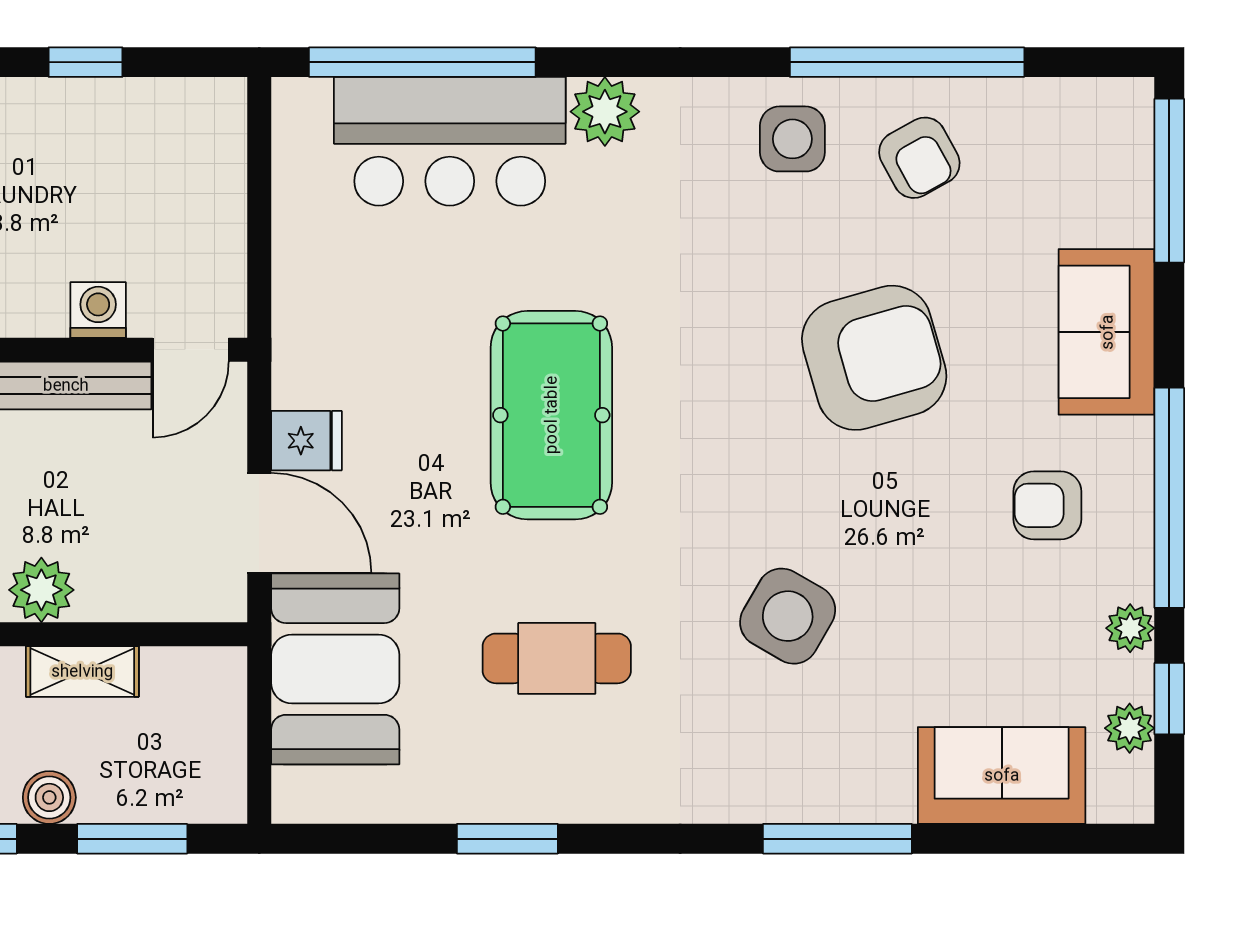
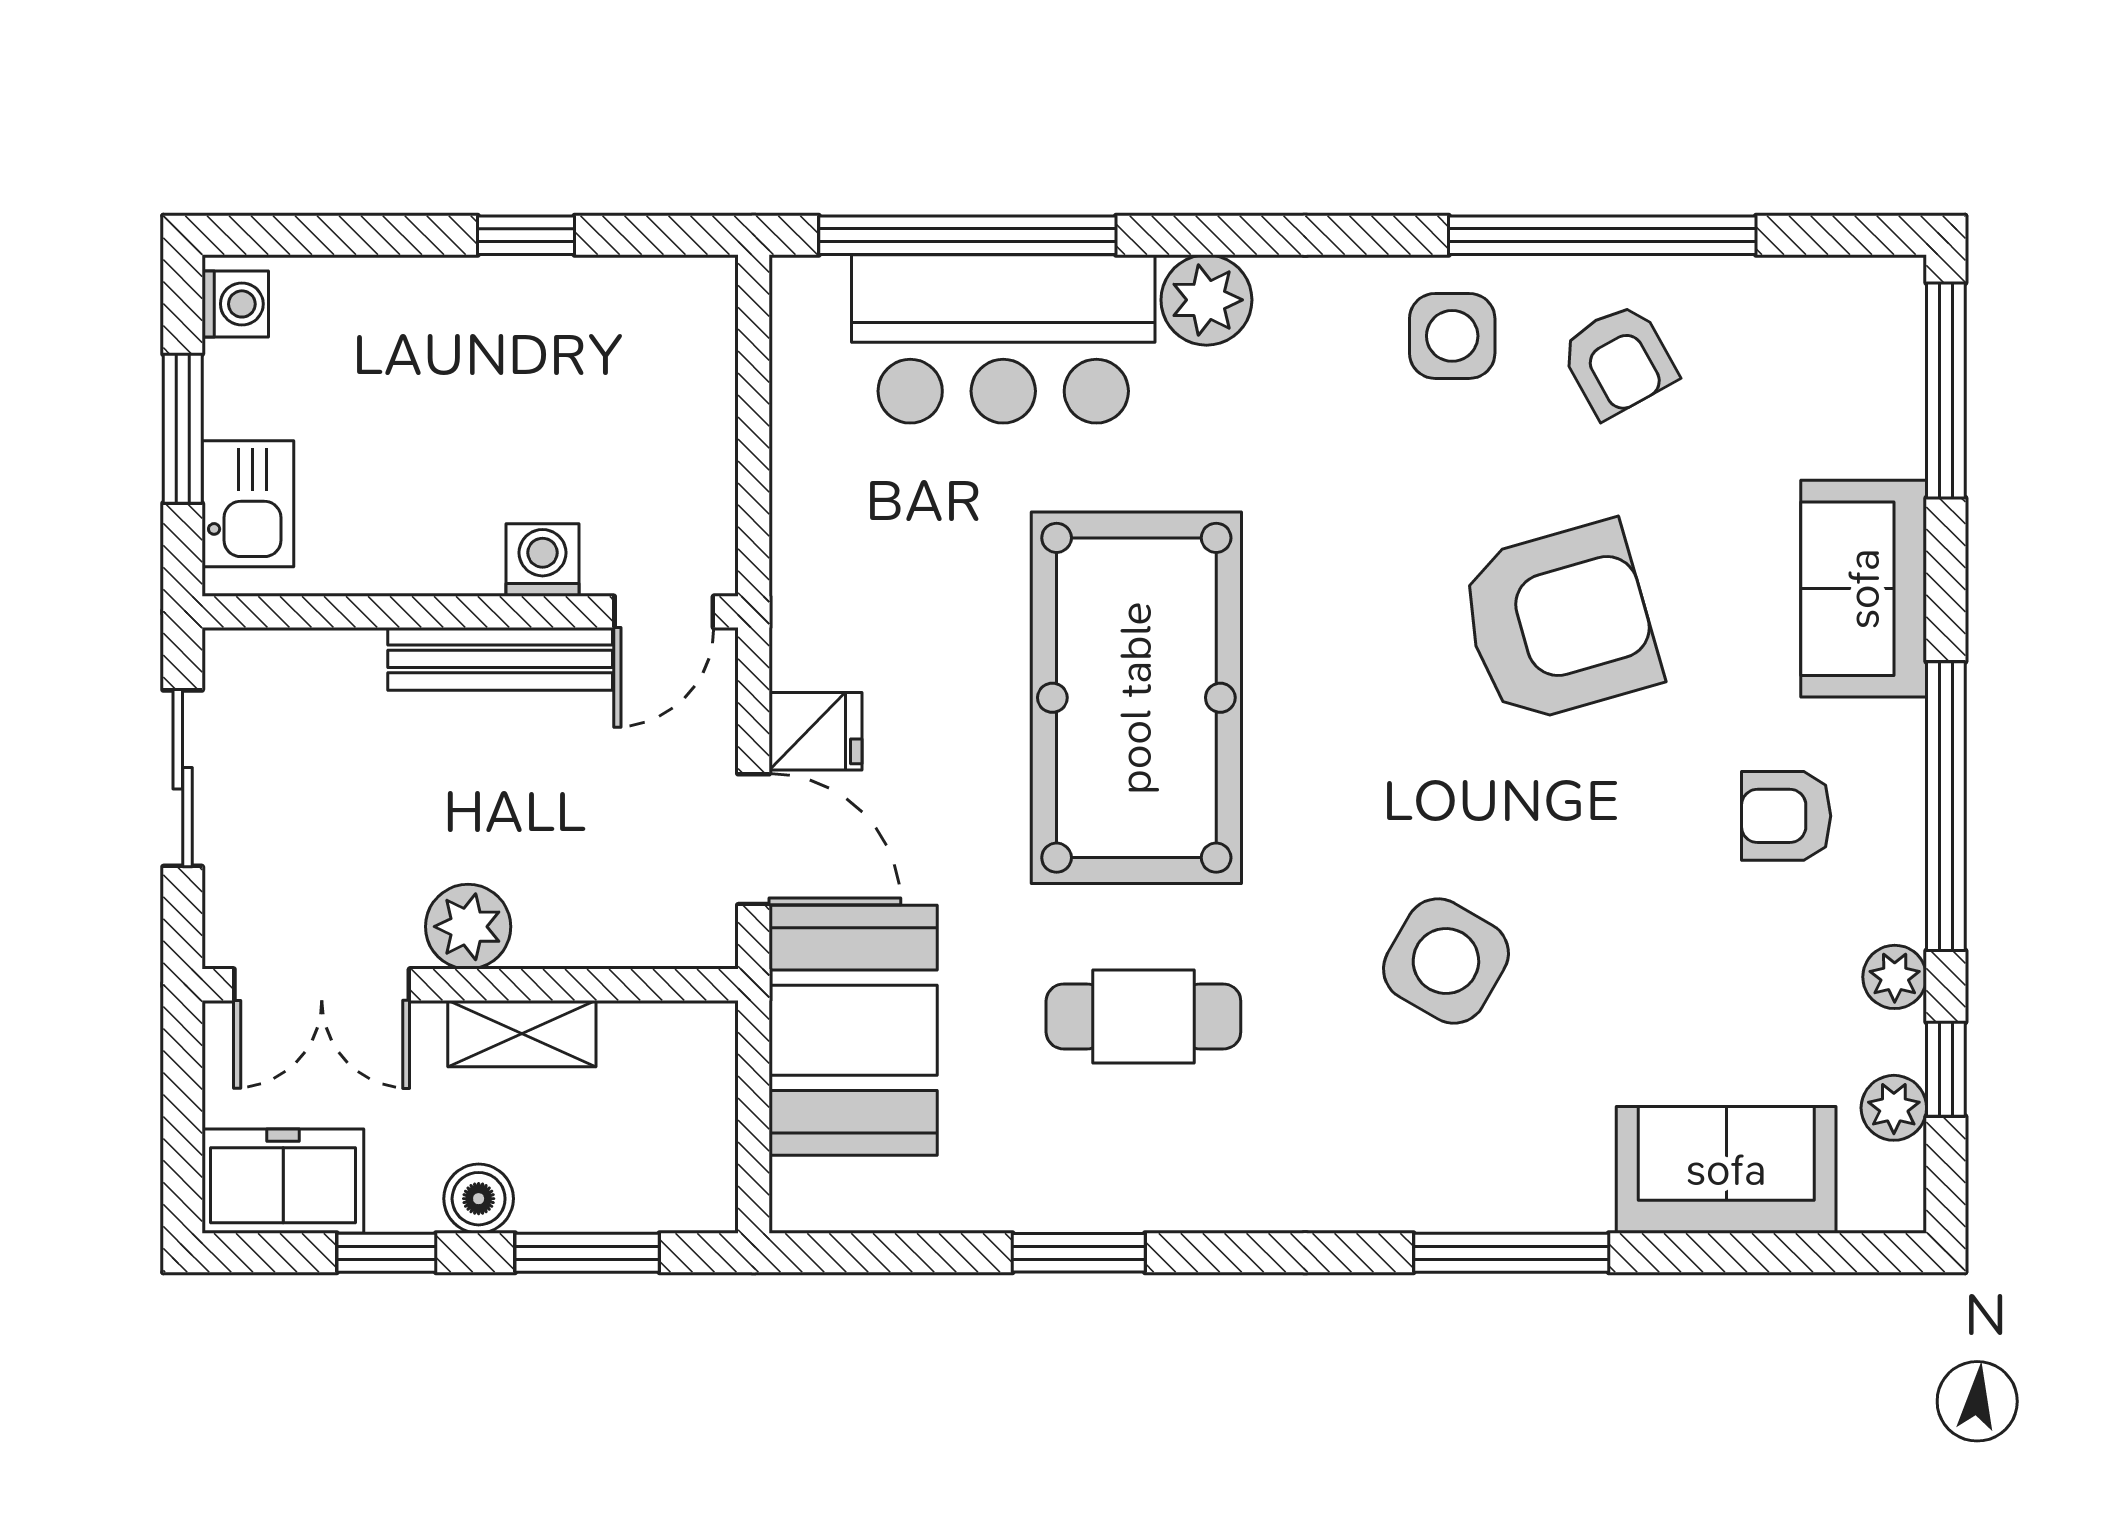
pool table: (551, 415) -> (1136, 698), width x1.36, depth x1.32

